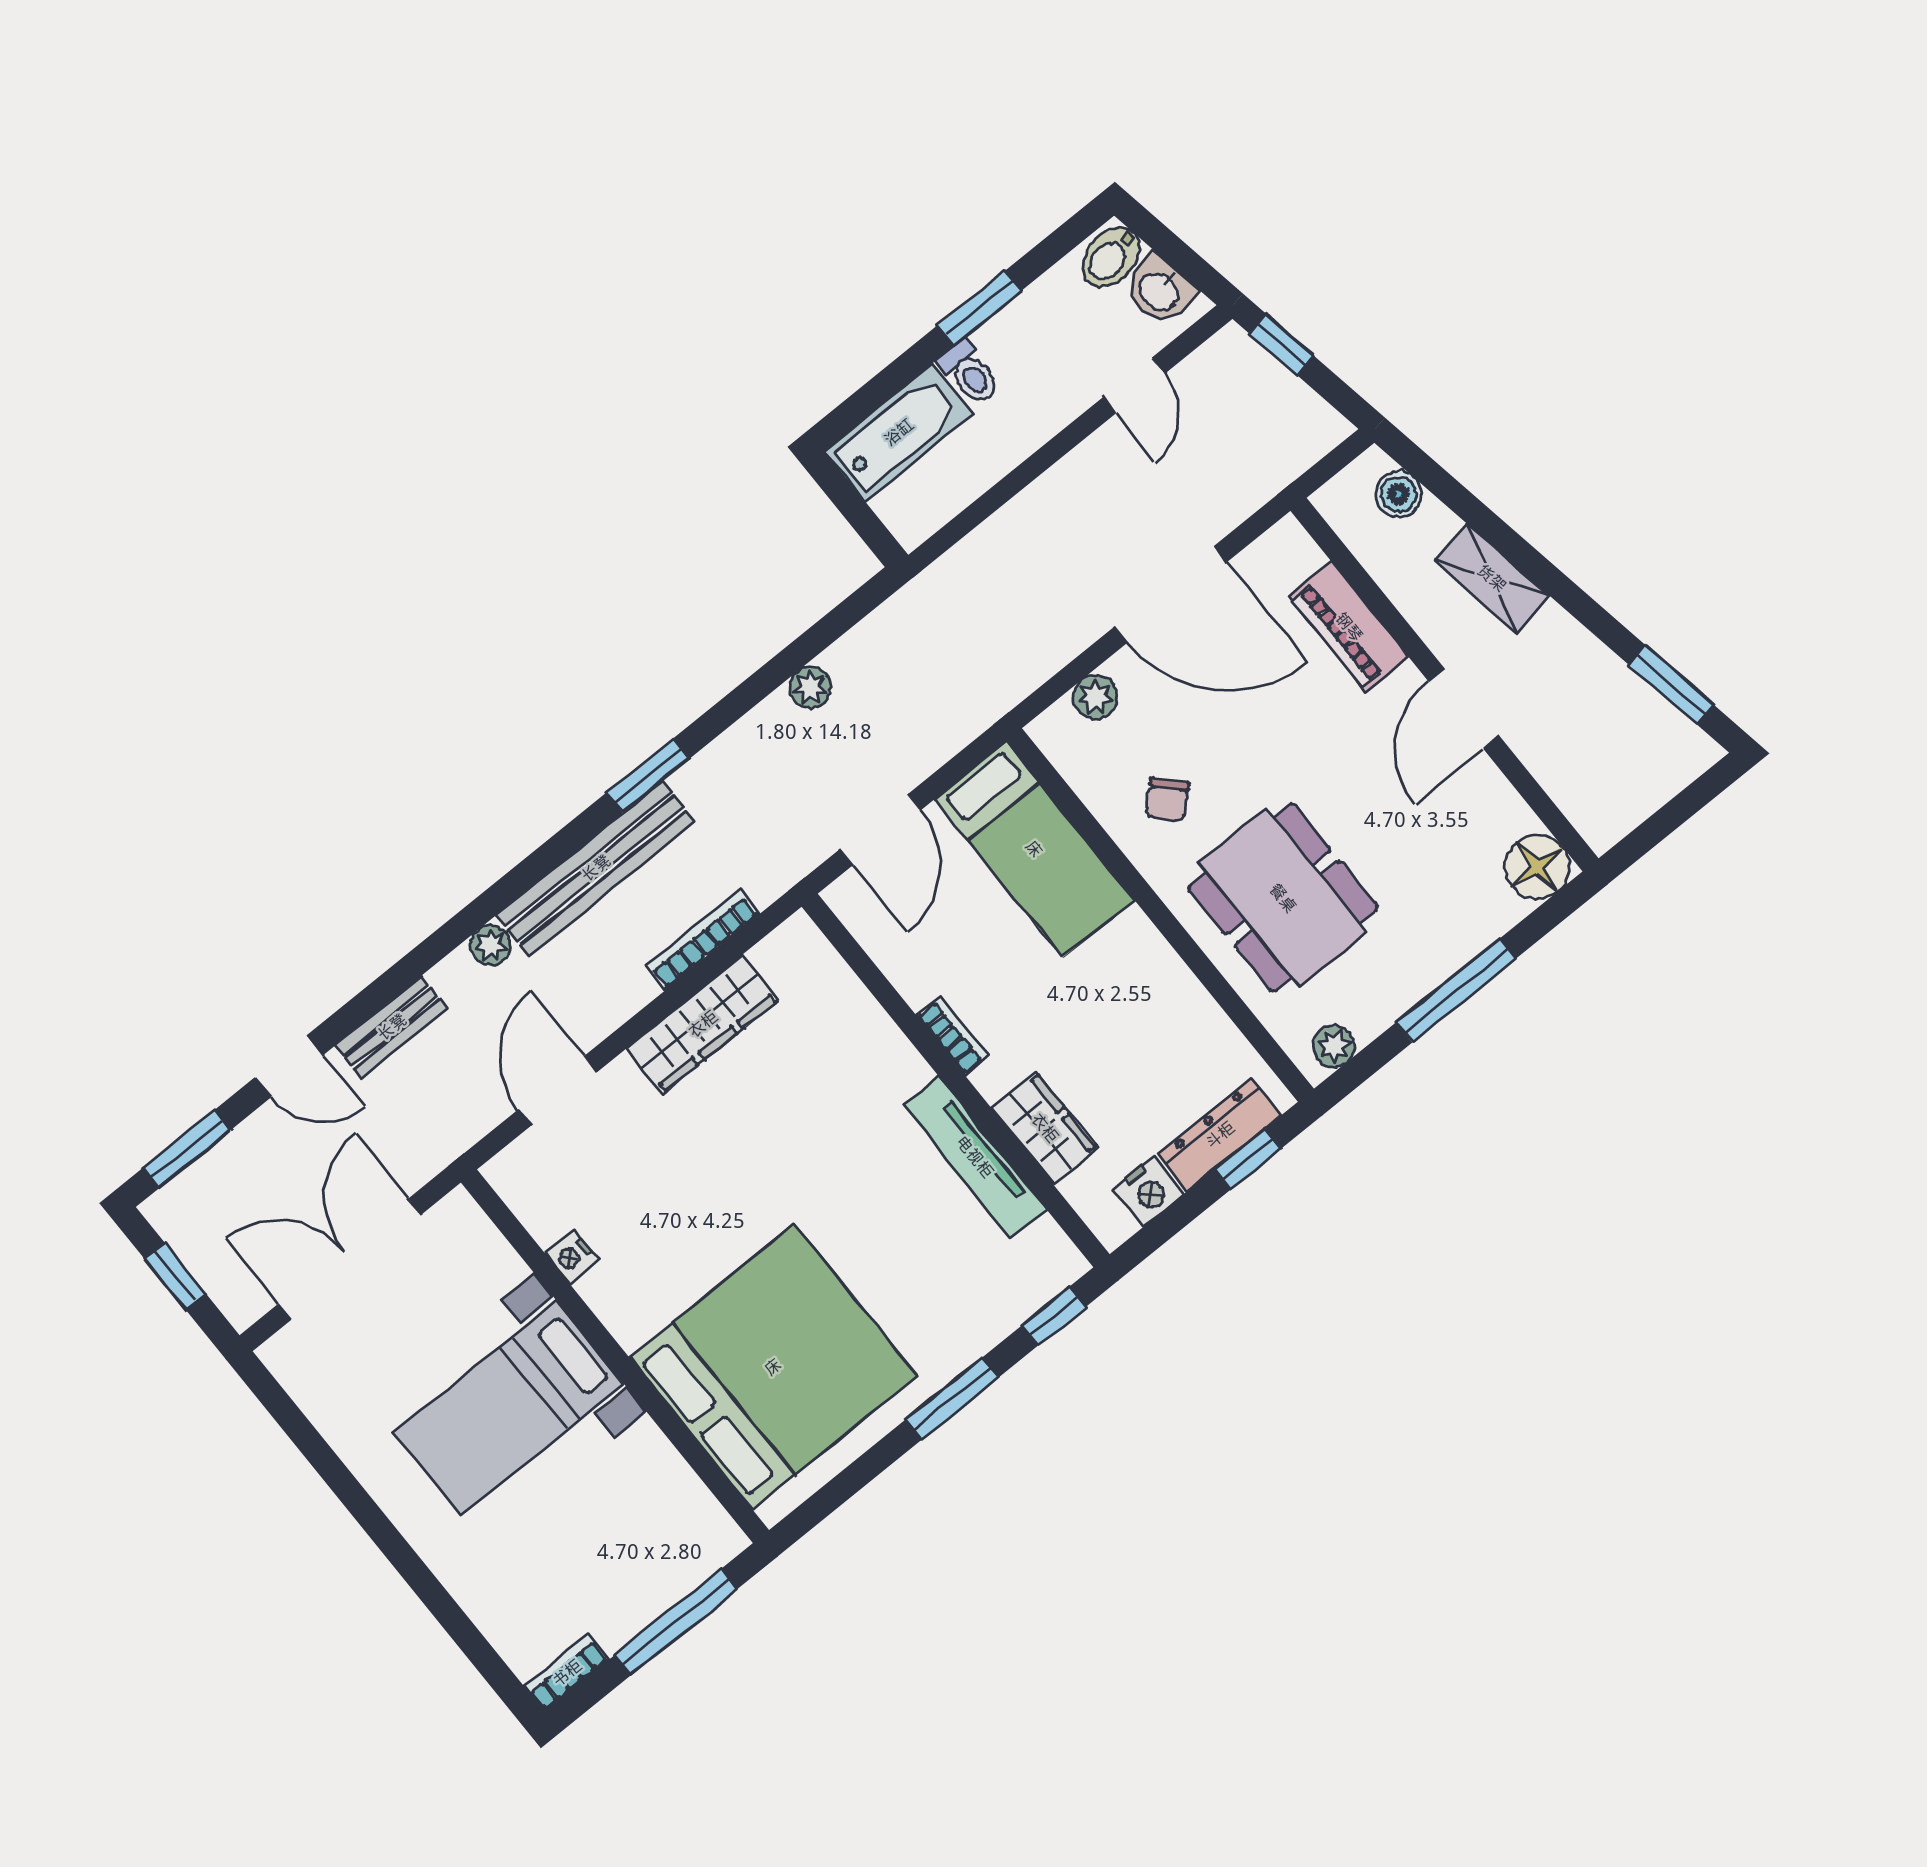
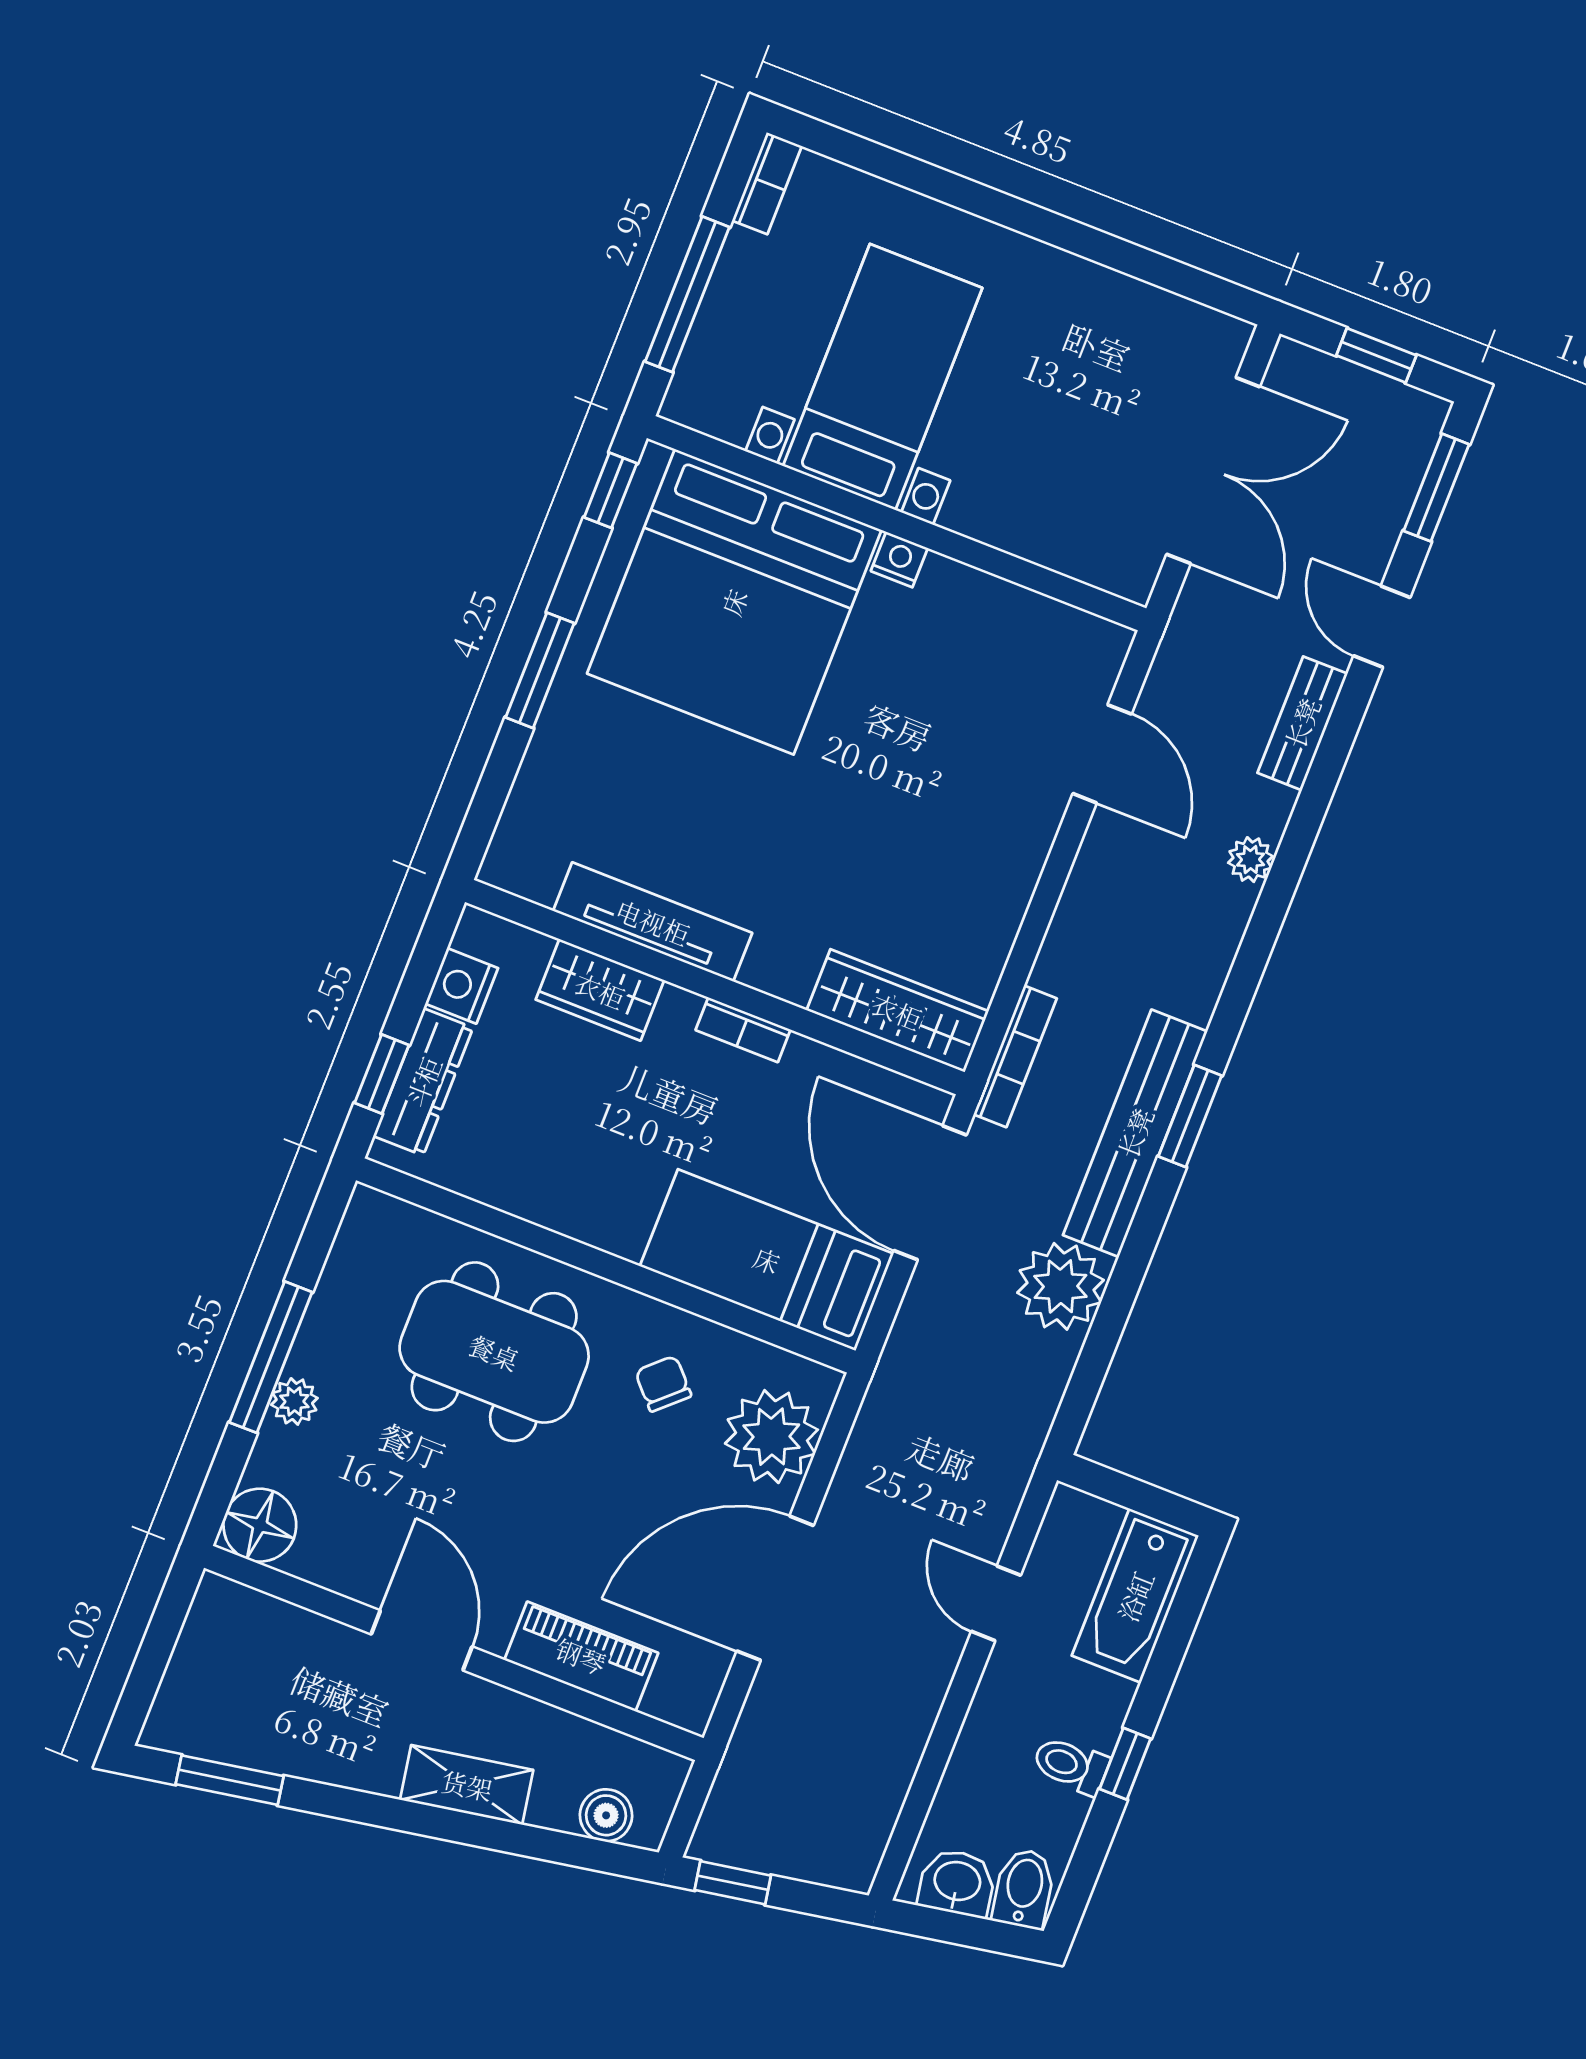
window: (979, 308) -> (1125, 1764), width x0.67
window: (1281, 344) -> (733, 1883), moved
toilet: (970, 373) -> (1071, 1765), moved
door: (1134, 385) -> (996, 1603), moved
plant: (810, 687) -> (1060, 1286), width x1.88, depth x1.88
plant: (1095, 697) -> (771, 1437), width x1.88, depth x1.88
door: (880, 830) -> (930, 1193), width x1.36
bench: (596, 868) -> (1135, 1133), moved
bookcase: (703, 940) -> (1015, 1056), moved
wardrobe: (703, 1024) -> (897, 1011), moved, turned 90
plant: (1334, 1046) -> (294, 1401), moved
door: (289, 1066) -> (1382, 627), hinge flipped
nightstand: (571, 1257) -> (899, 560), moved
window: (1053, 1316) -> (610, 490), moved
bed with nightstands: (509, 1408) -> (883, 377), moved

